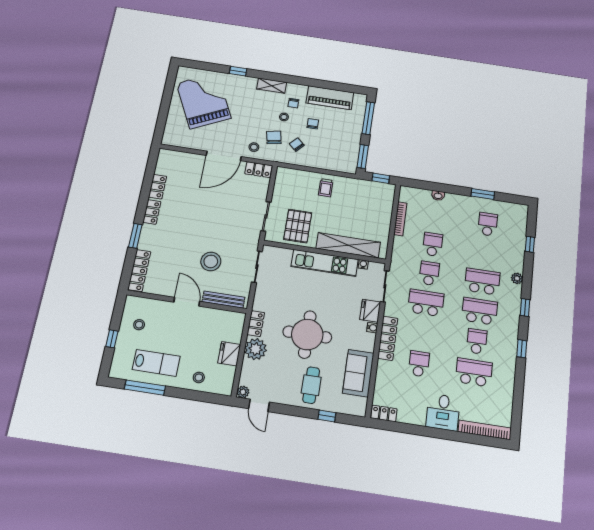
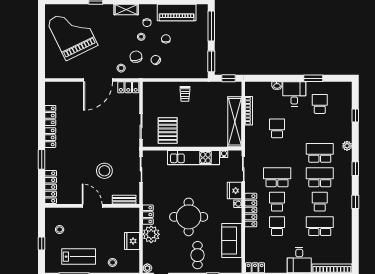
desk: (458, 208) -> (294, 94), added
shelving: (348, 245) -> (235, 122), moved, turned 90
school desk: (429, 273) -> (277, 202), moved
bench: (223, 300) -> (124, 200), width x0.73

